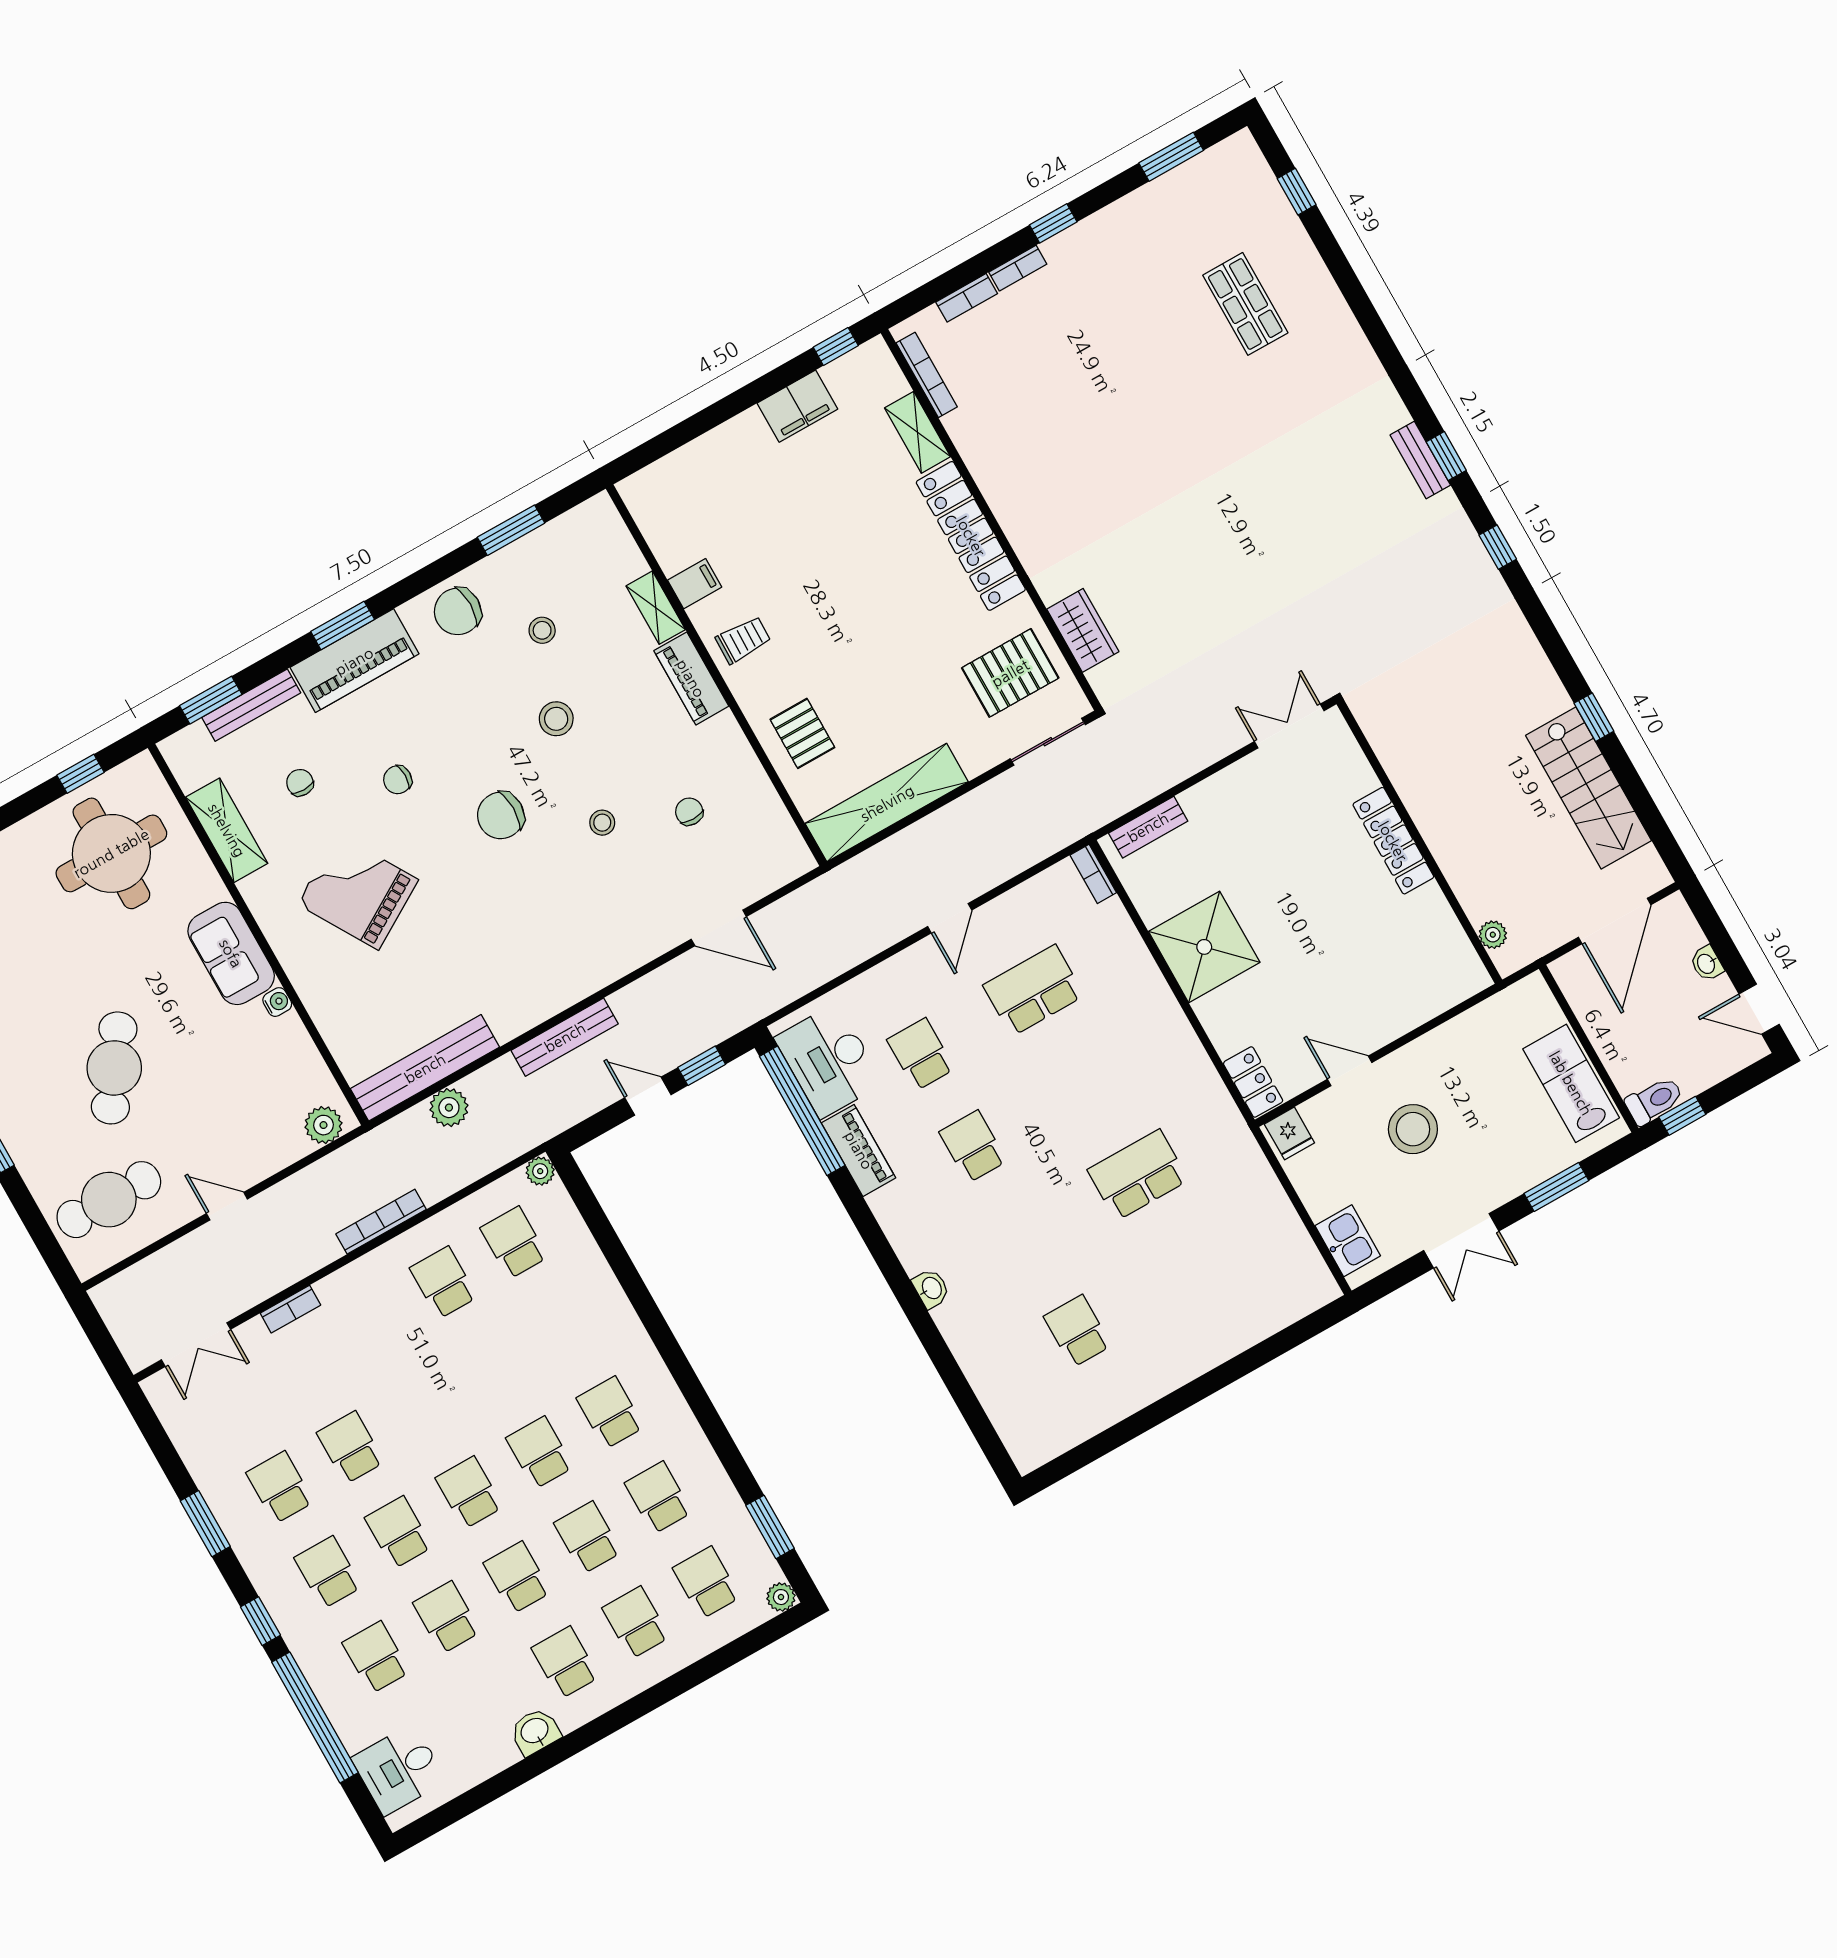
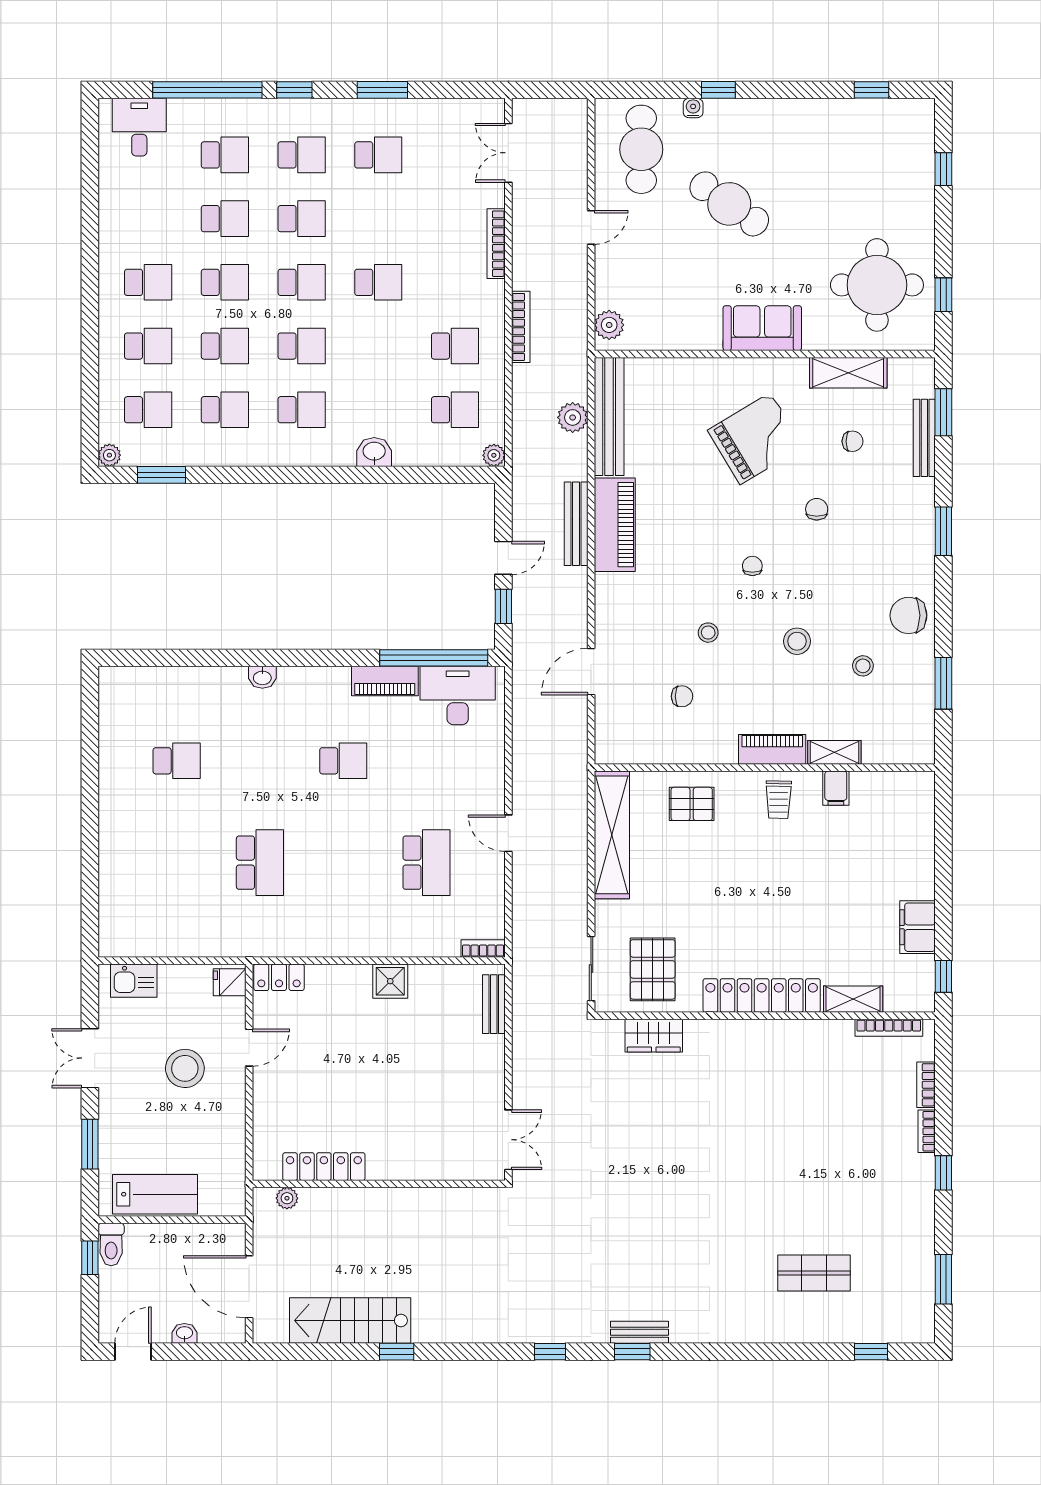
chair: (458, 611) -> (908, 615), turned -90
piano: (354, 661) -> (615, 525), moved, turned 180
chair: (501, 815) -> (752, 566), width x0.54, depth x0.54
locker: (1393, 841) -> (324, 1167), moved
shower: (1204, 947) -> (390, 981), width x0.54, depth x0.54
water cooler: (277, 1002) -> (693, 108), moved, turned 180
school desk: (921, 1054) -> (426, 761), removed
bookcase: (290, 1309) -> (496, 244), width x1.56
school desk: (350, 1447) -> (378, 282), moved
washbasin: (535, 1732) -> (374, 452), moved, turned -90

